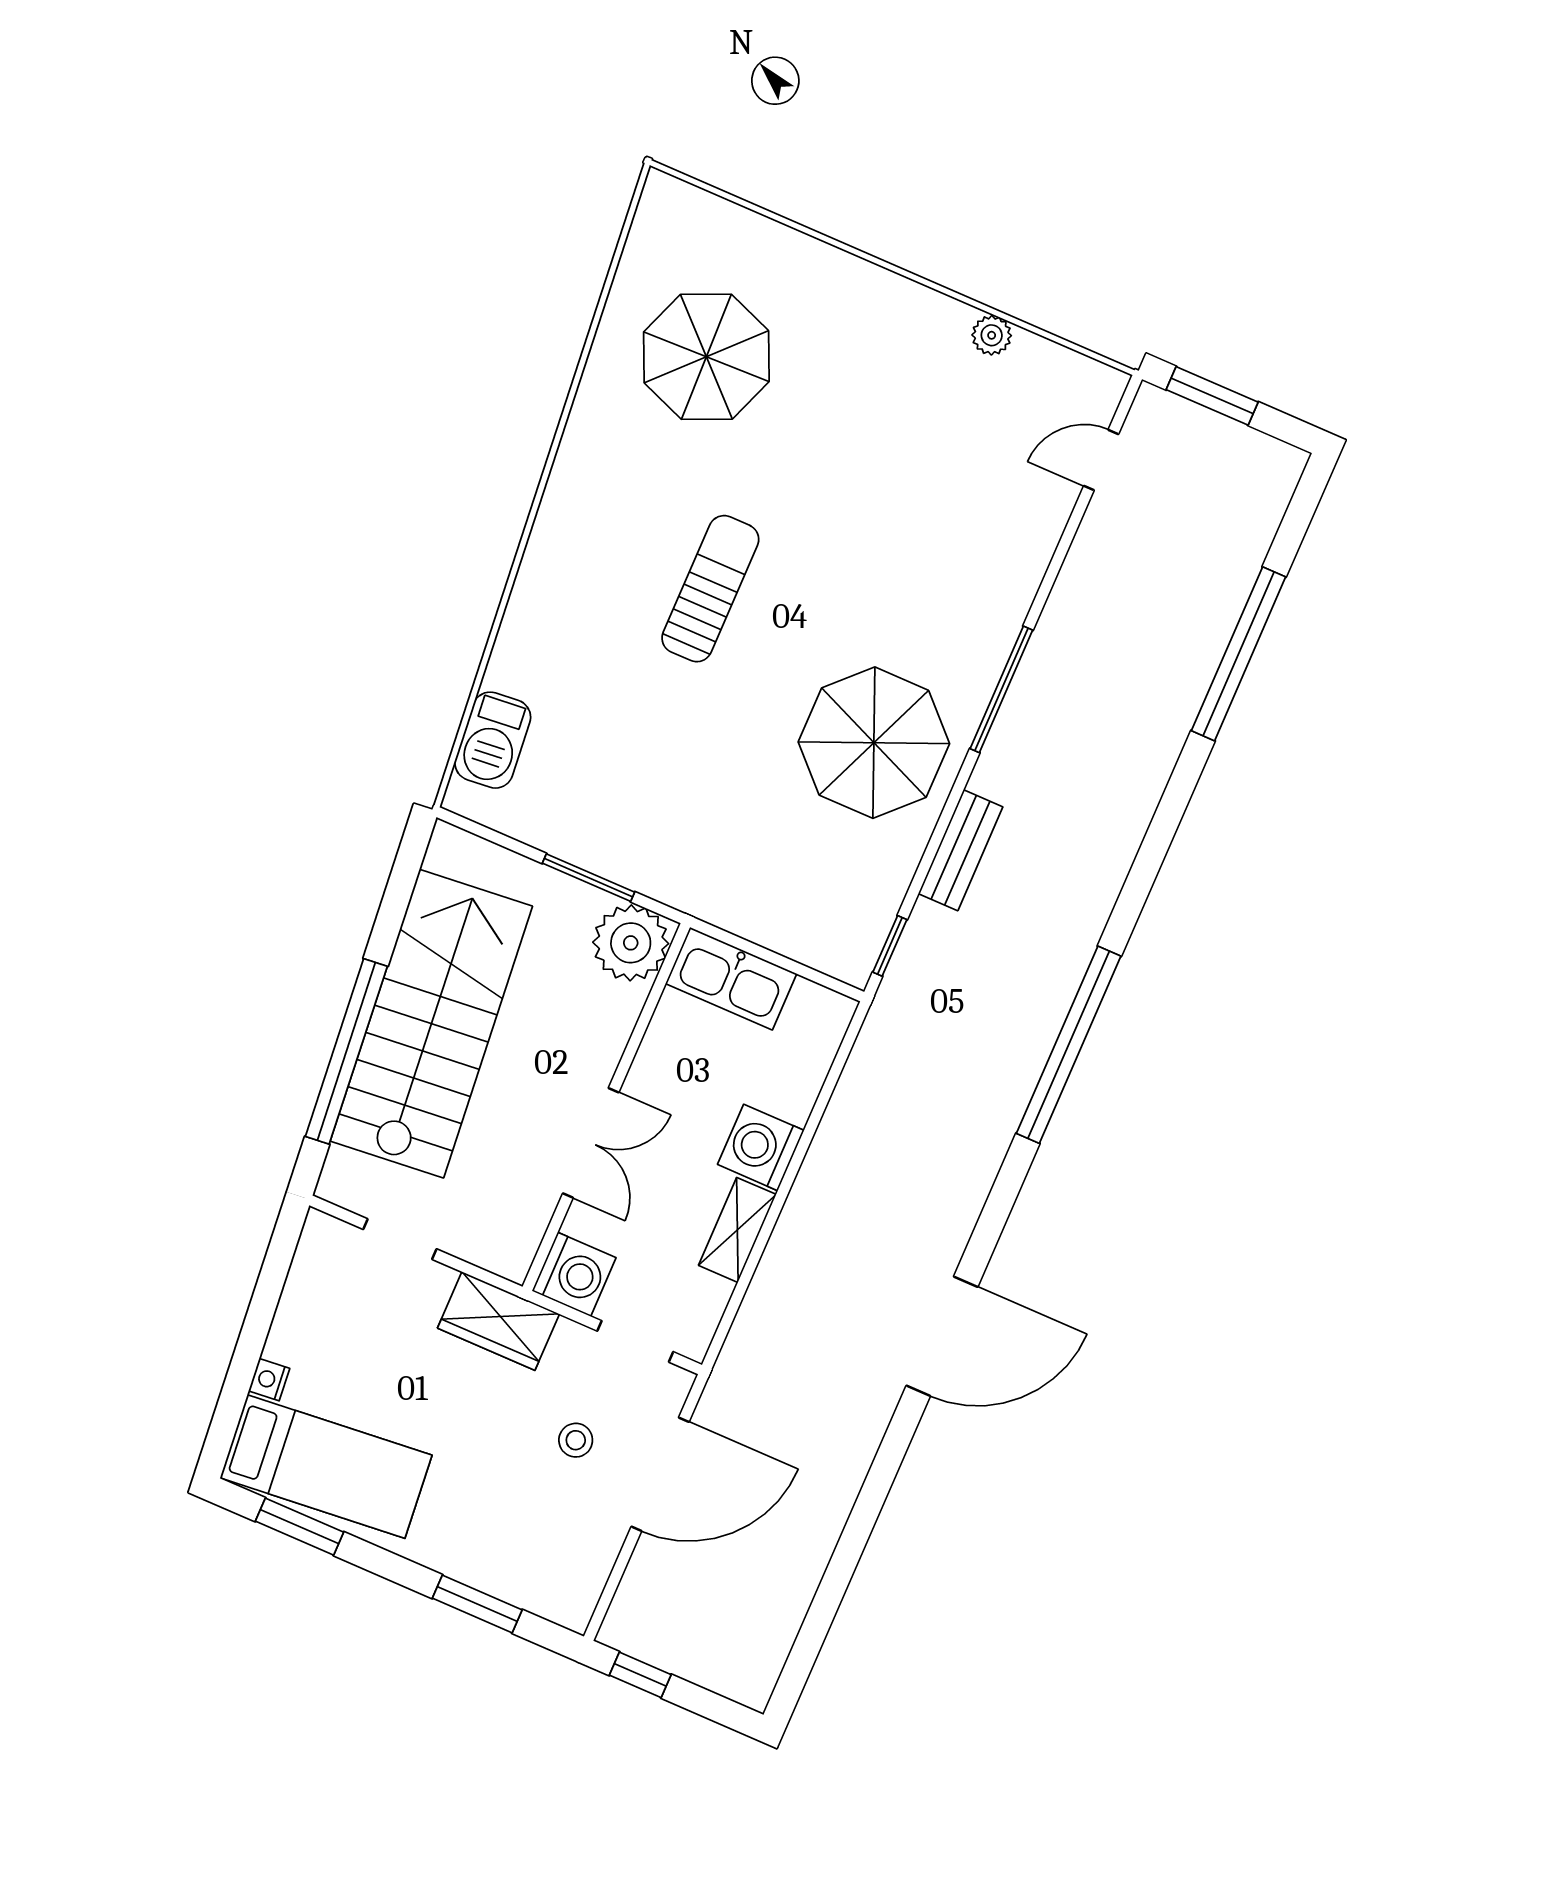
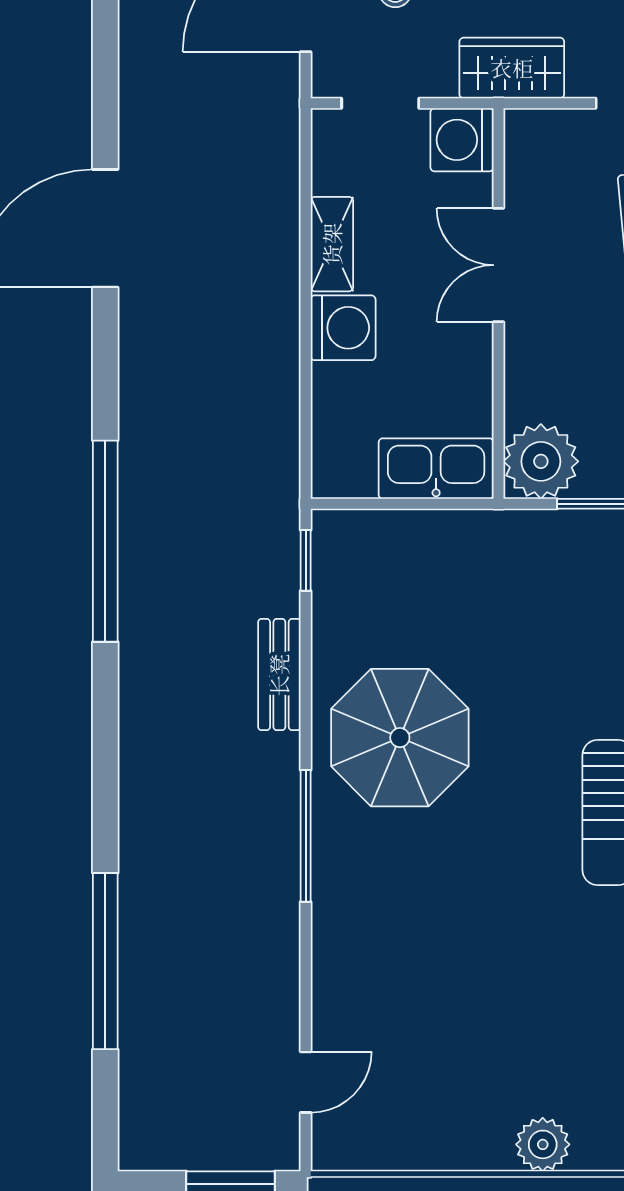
plant: (992, 335) -> (543, 1144), moved, width x1.38, depth x1.38

